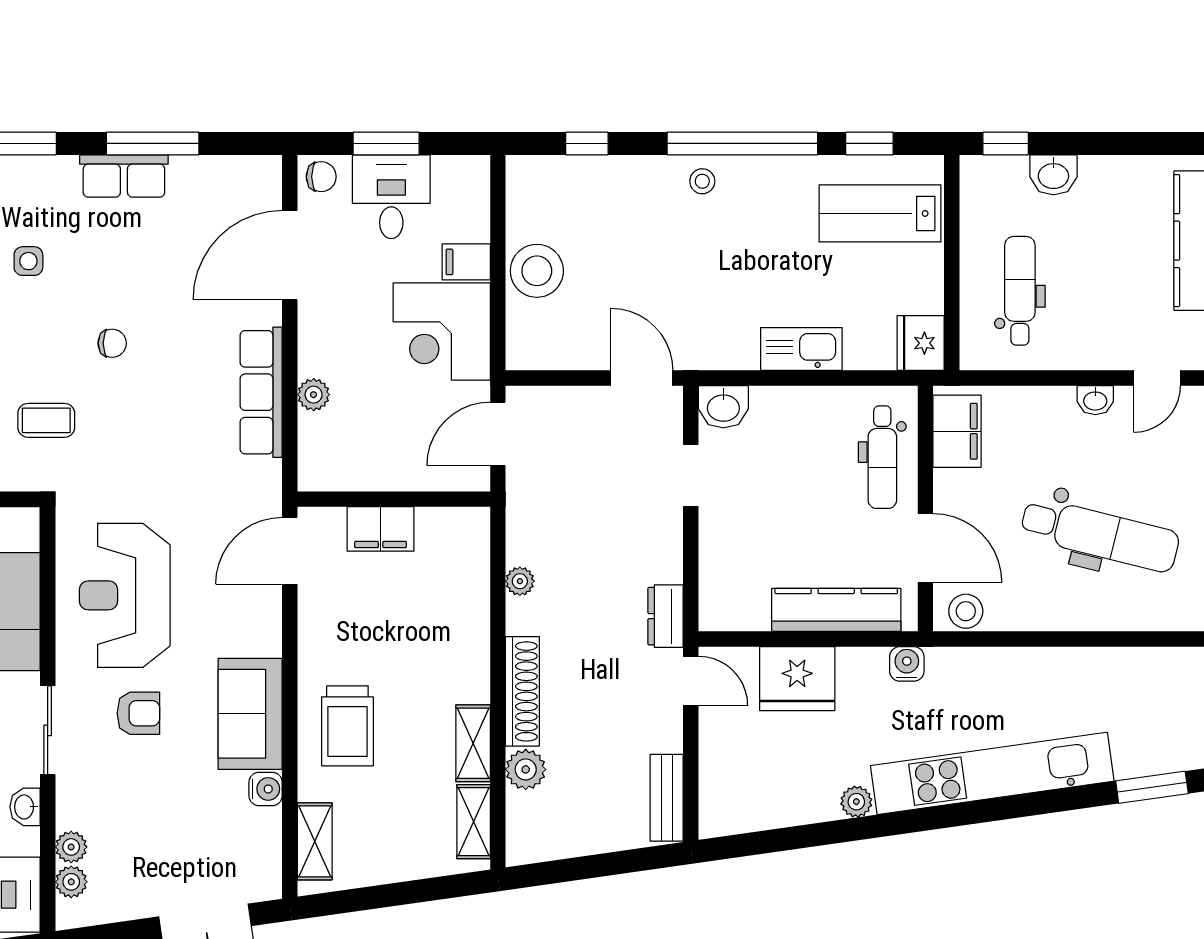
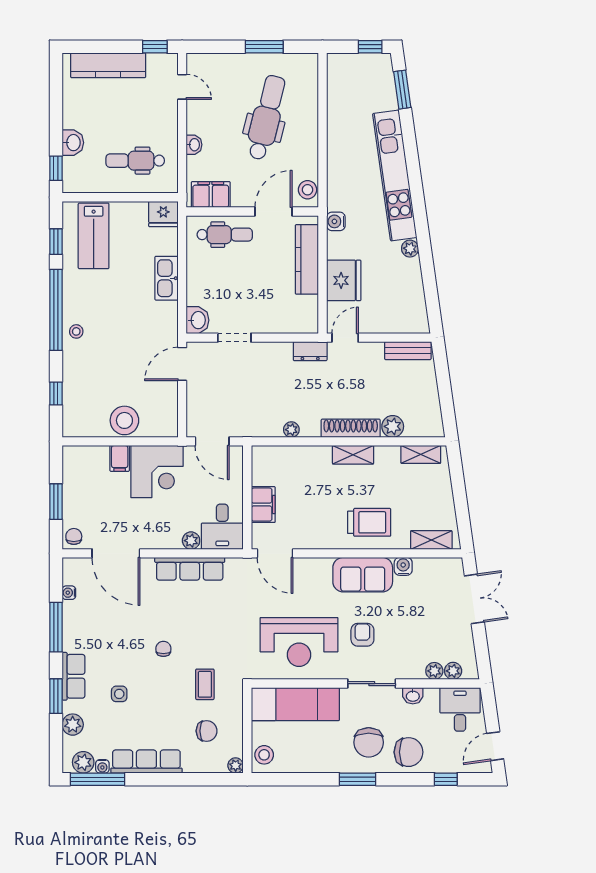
water cooler: (217, 168) -> (69, 593), added
row of seats: (124, 176) -> (73, 676), moved
desk: (391, 197) -> (222, 527), moved, turned -90
washbasin: (1095, 400) -> (194, 145), moved
shelving: (473, 743) -> (353, 455), moved

